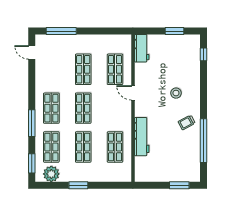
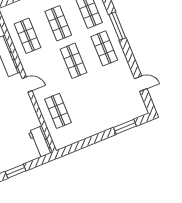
window: (61, 31) -> (125, 127), width x0.69
door: (32, 52) -> (141, 84), moved
shop shelf: (83, 69) -> (89, 98), removed
door: (133, 93) -> (27, 85), moved

